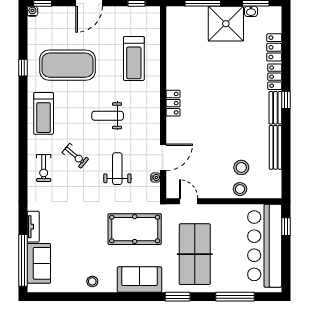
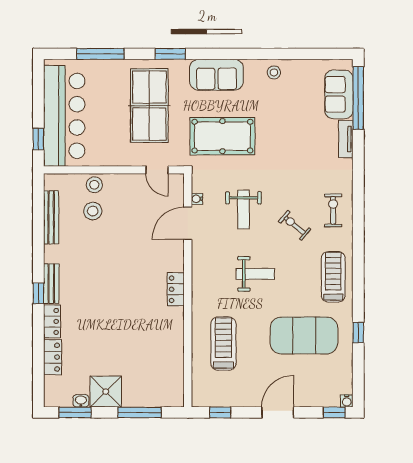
shower: (226, 24) -> (106, 392), width x0.73, depth x0.73
bench: (275, 147) -> (51, 217), moved

